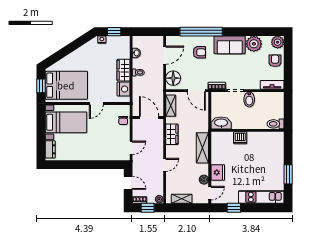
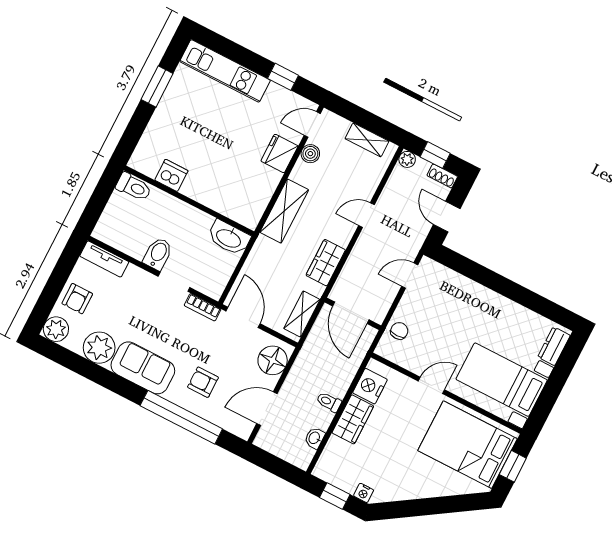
dishwasher: (240, 138) -> (171, 175), moved

